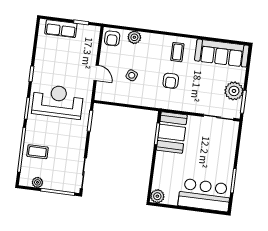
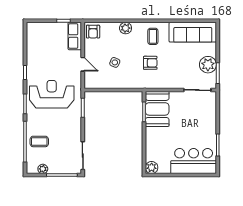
row of seats: (61, 29) -> (75, 36), moved, turned 90
plant: (134, 37) -> (126, 28), moved
armchair: (171, 81) -> (150, 63), turned -90

